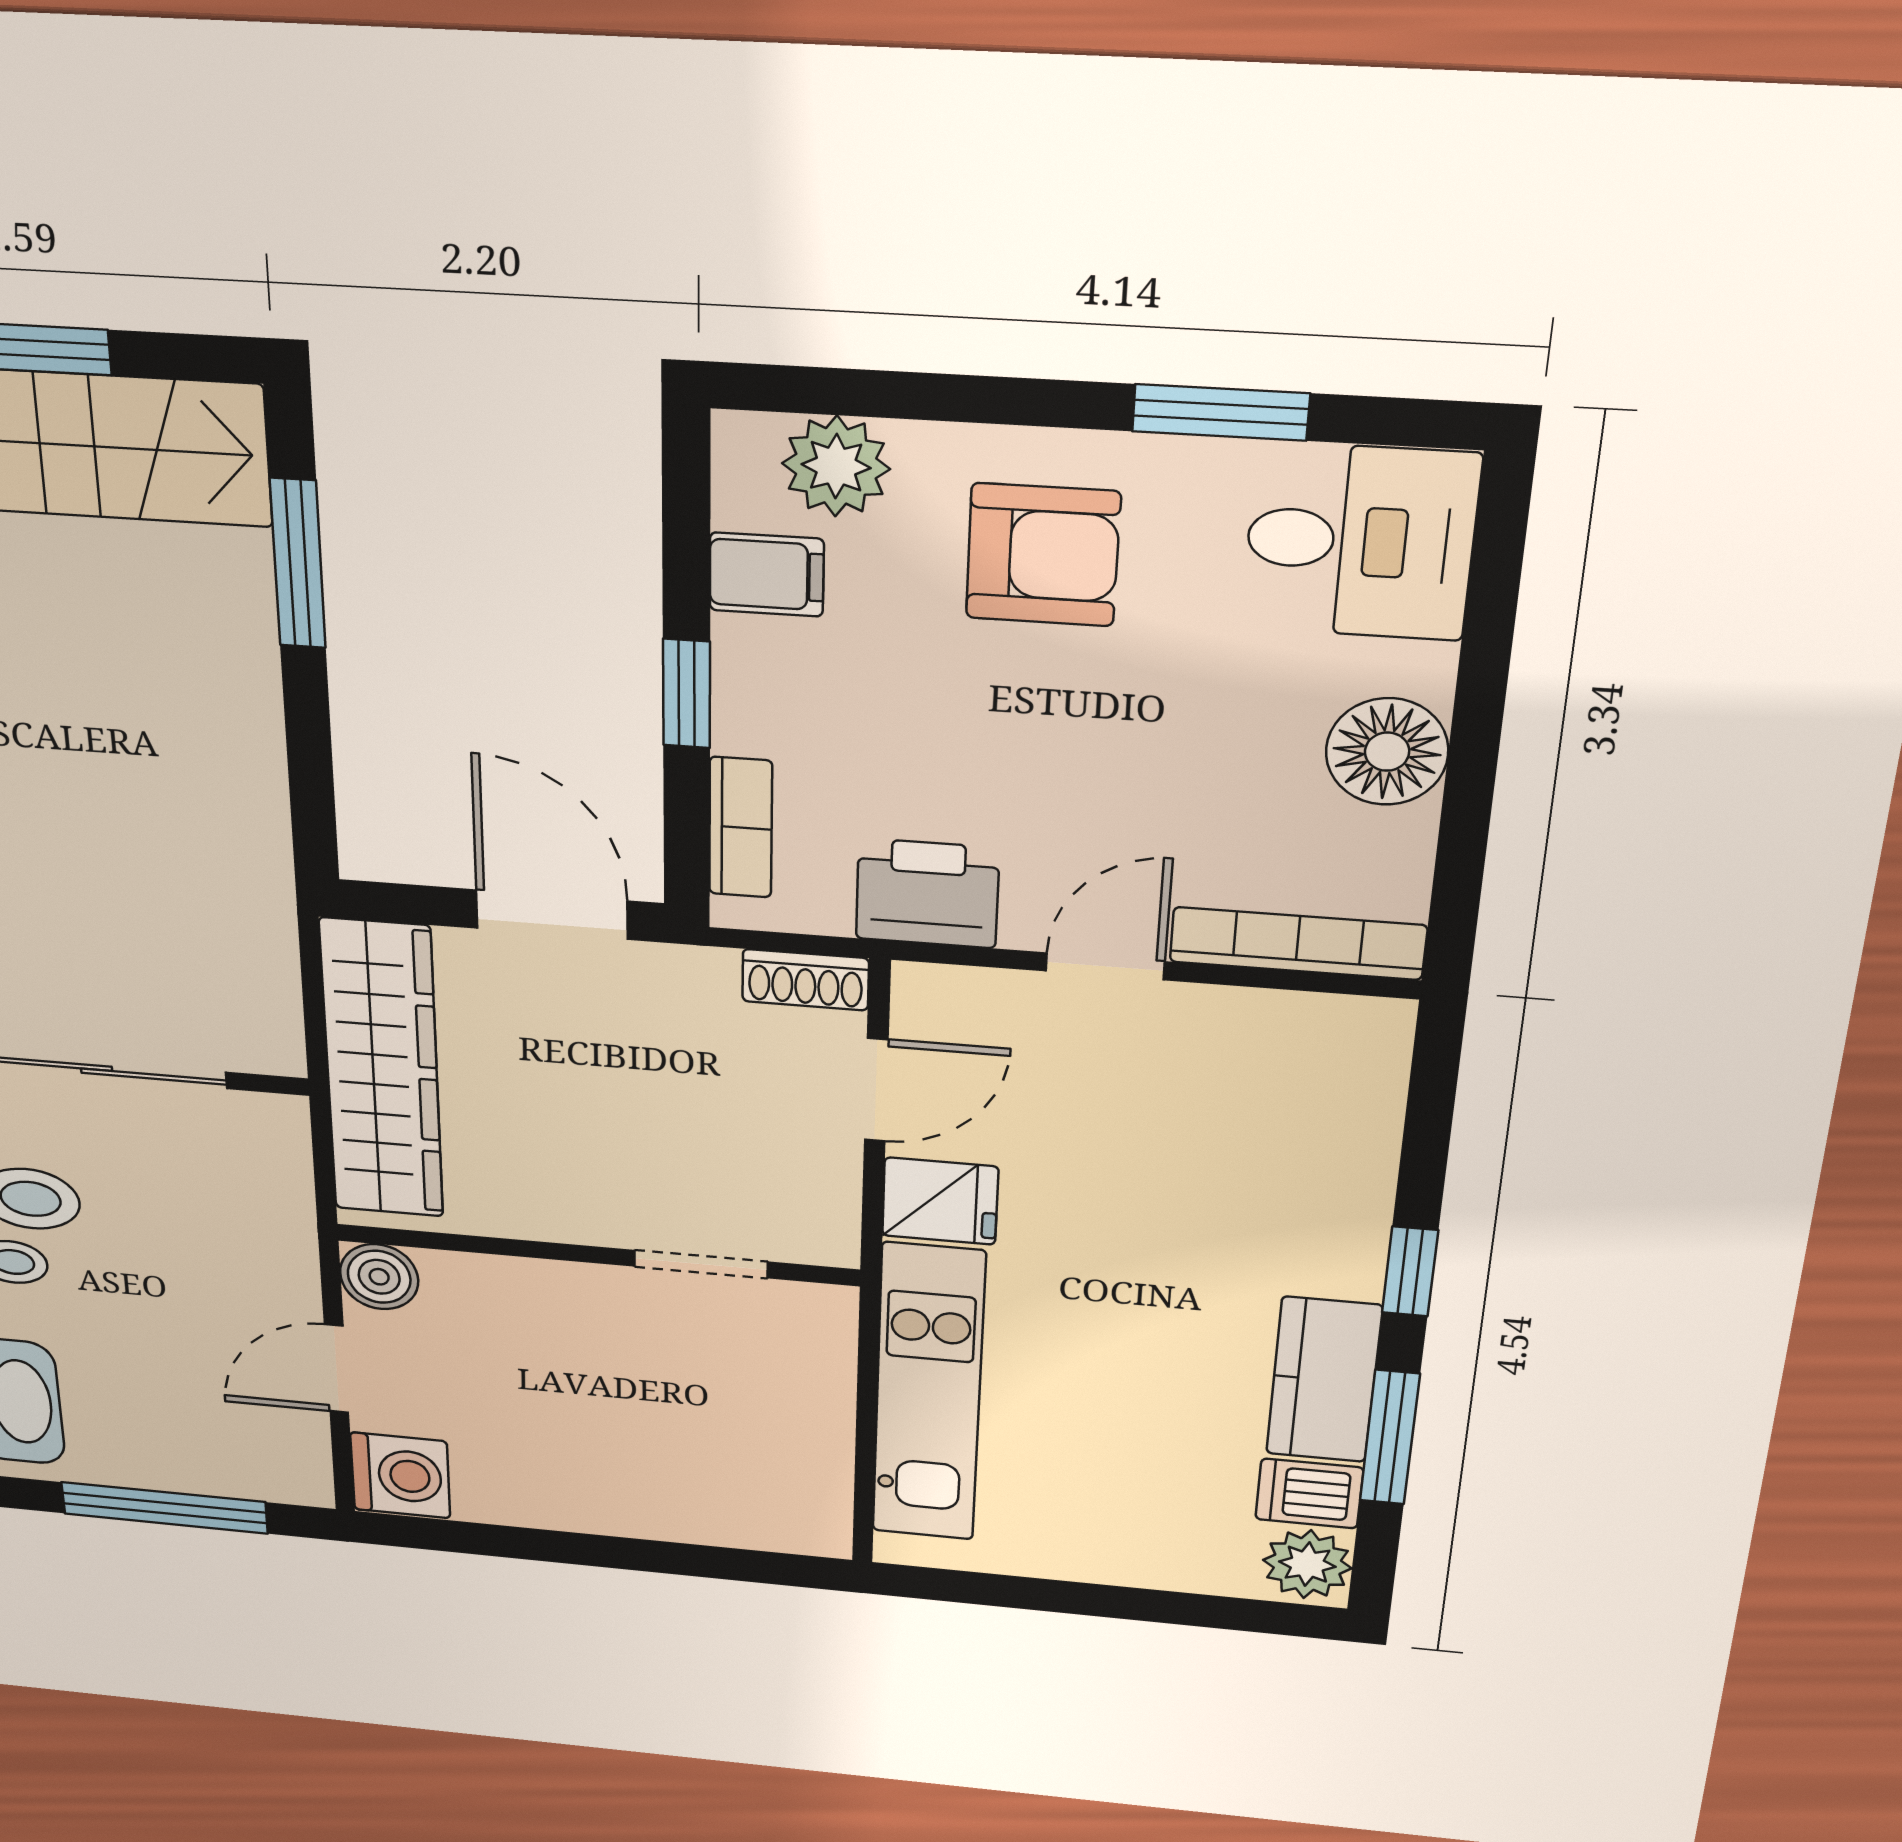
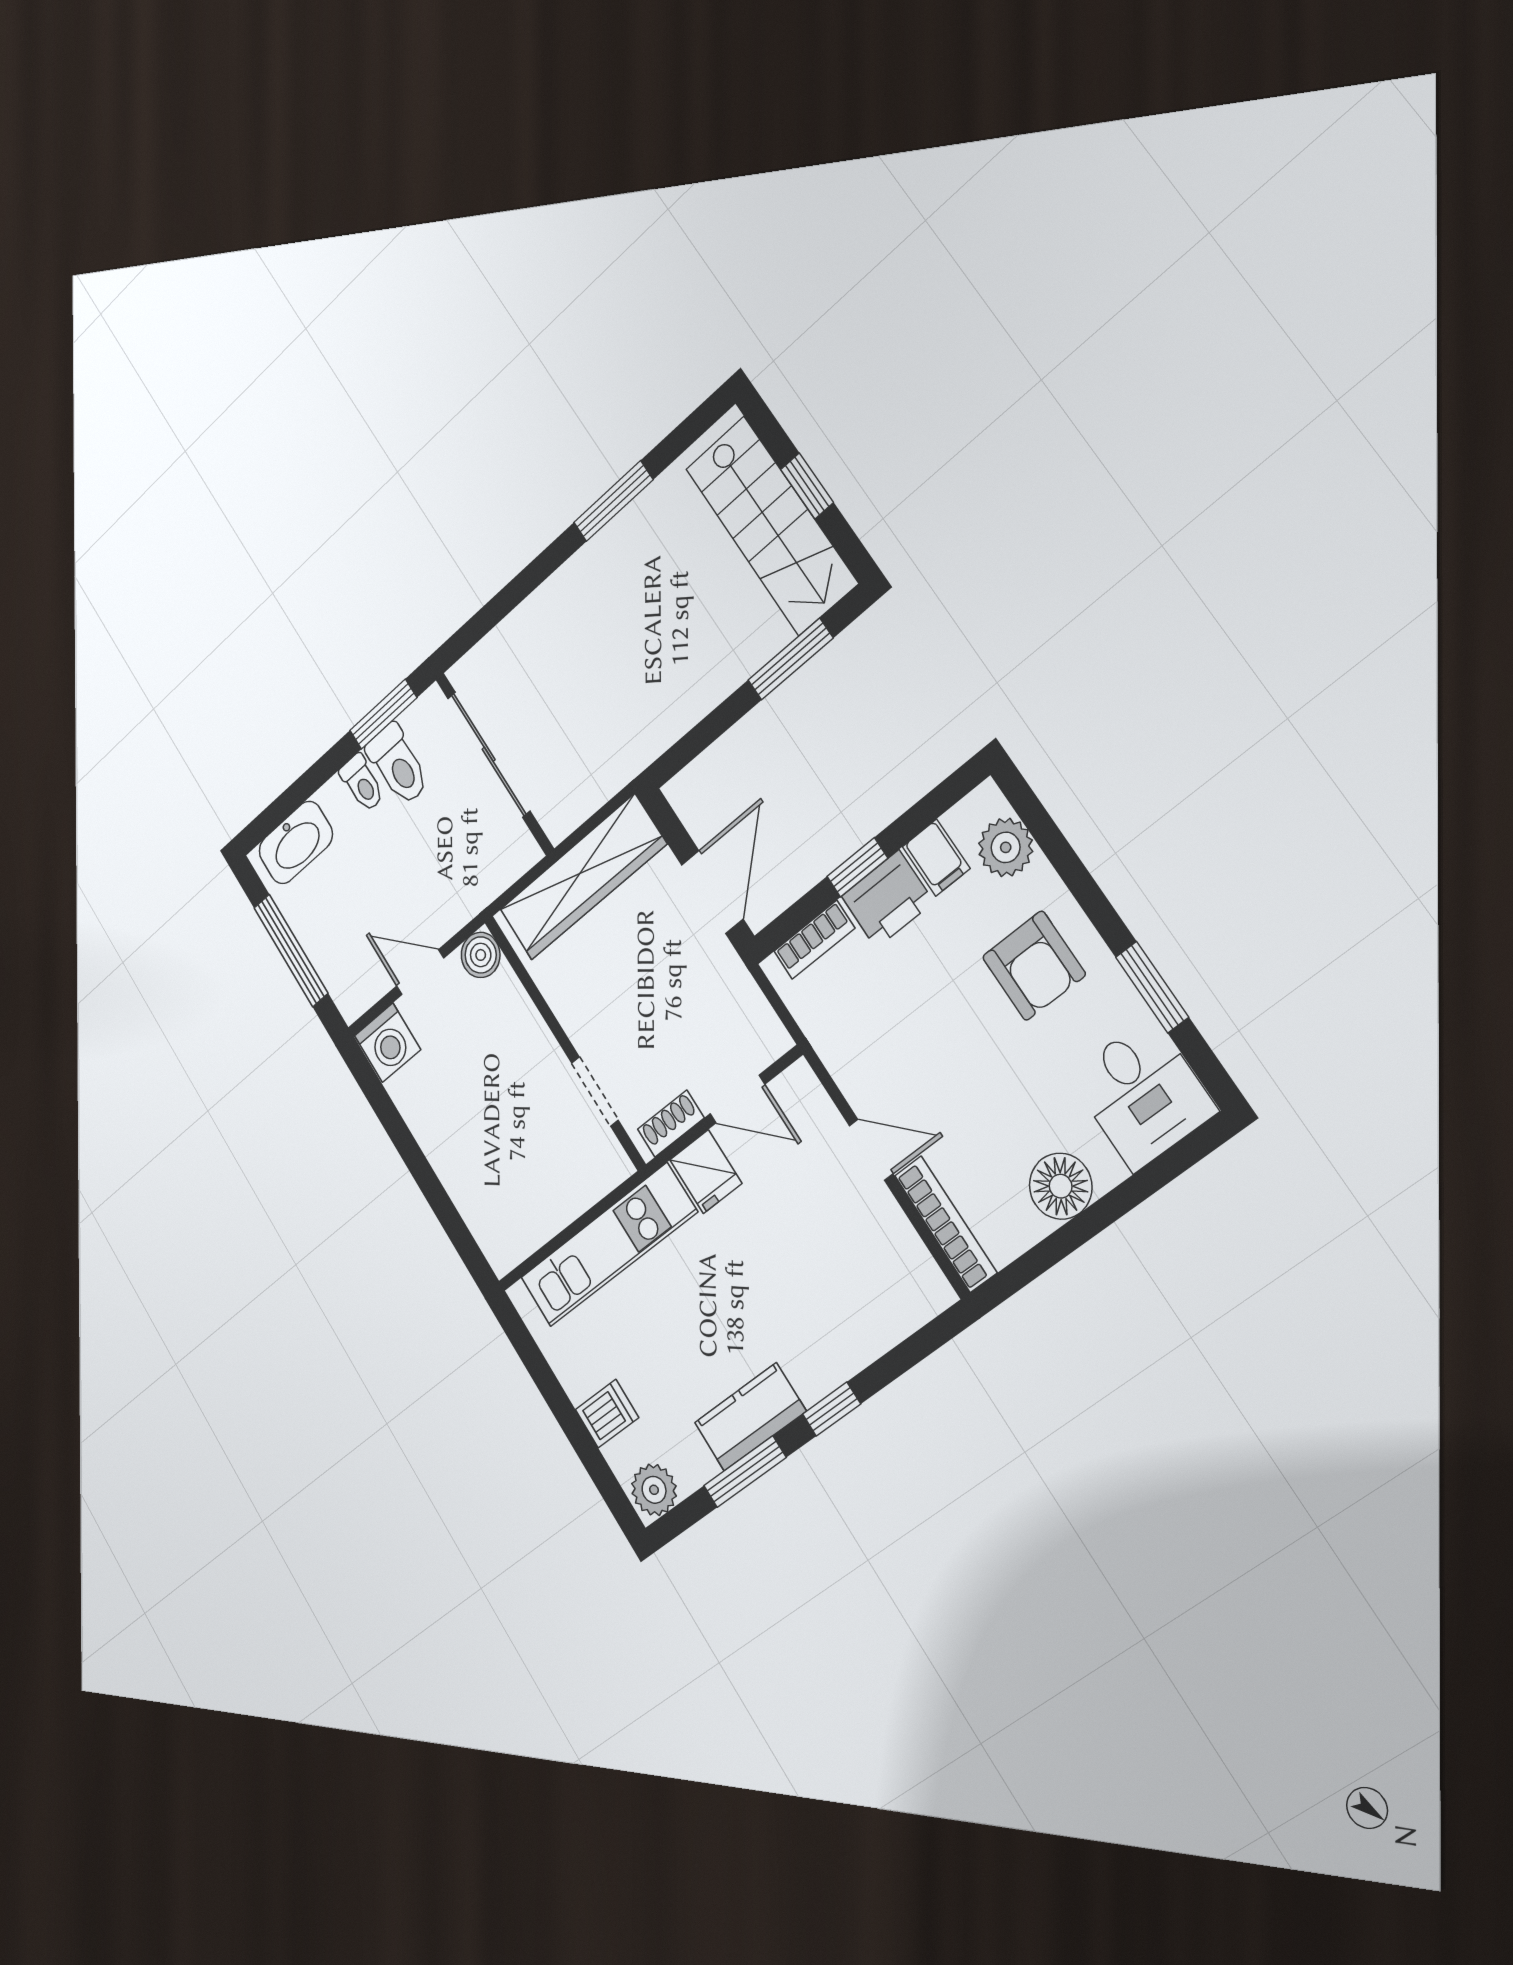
printer: (927, 893) -> (888, 899), moved, turned 90
shoe rack: (805, 980) -> (671, 1124), moved, turned 90
dishwasher: (1309, 1494) -> (607, 1414), moved, turned 90

